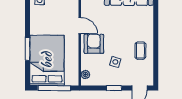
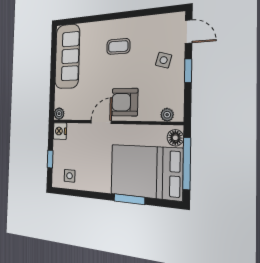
coffee table: (140, 51) -> (118, 46), moved
side table: (115, 62) -> (164, 60), moved
floor lamp: (70, 80) -> (175, 138), added

